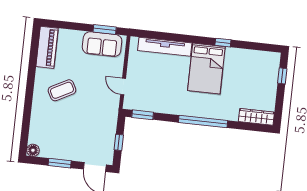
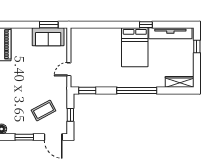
tv unit: (165, 47) -> (170, 33), moved
door: (123, 86) -> (69, 69), hinge flipped
coffee table: (62, 90) -> (43, 110), moved

